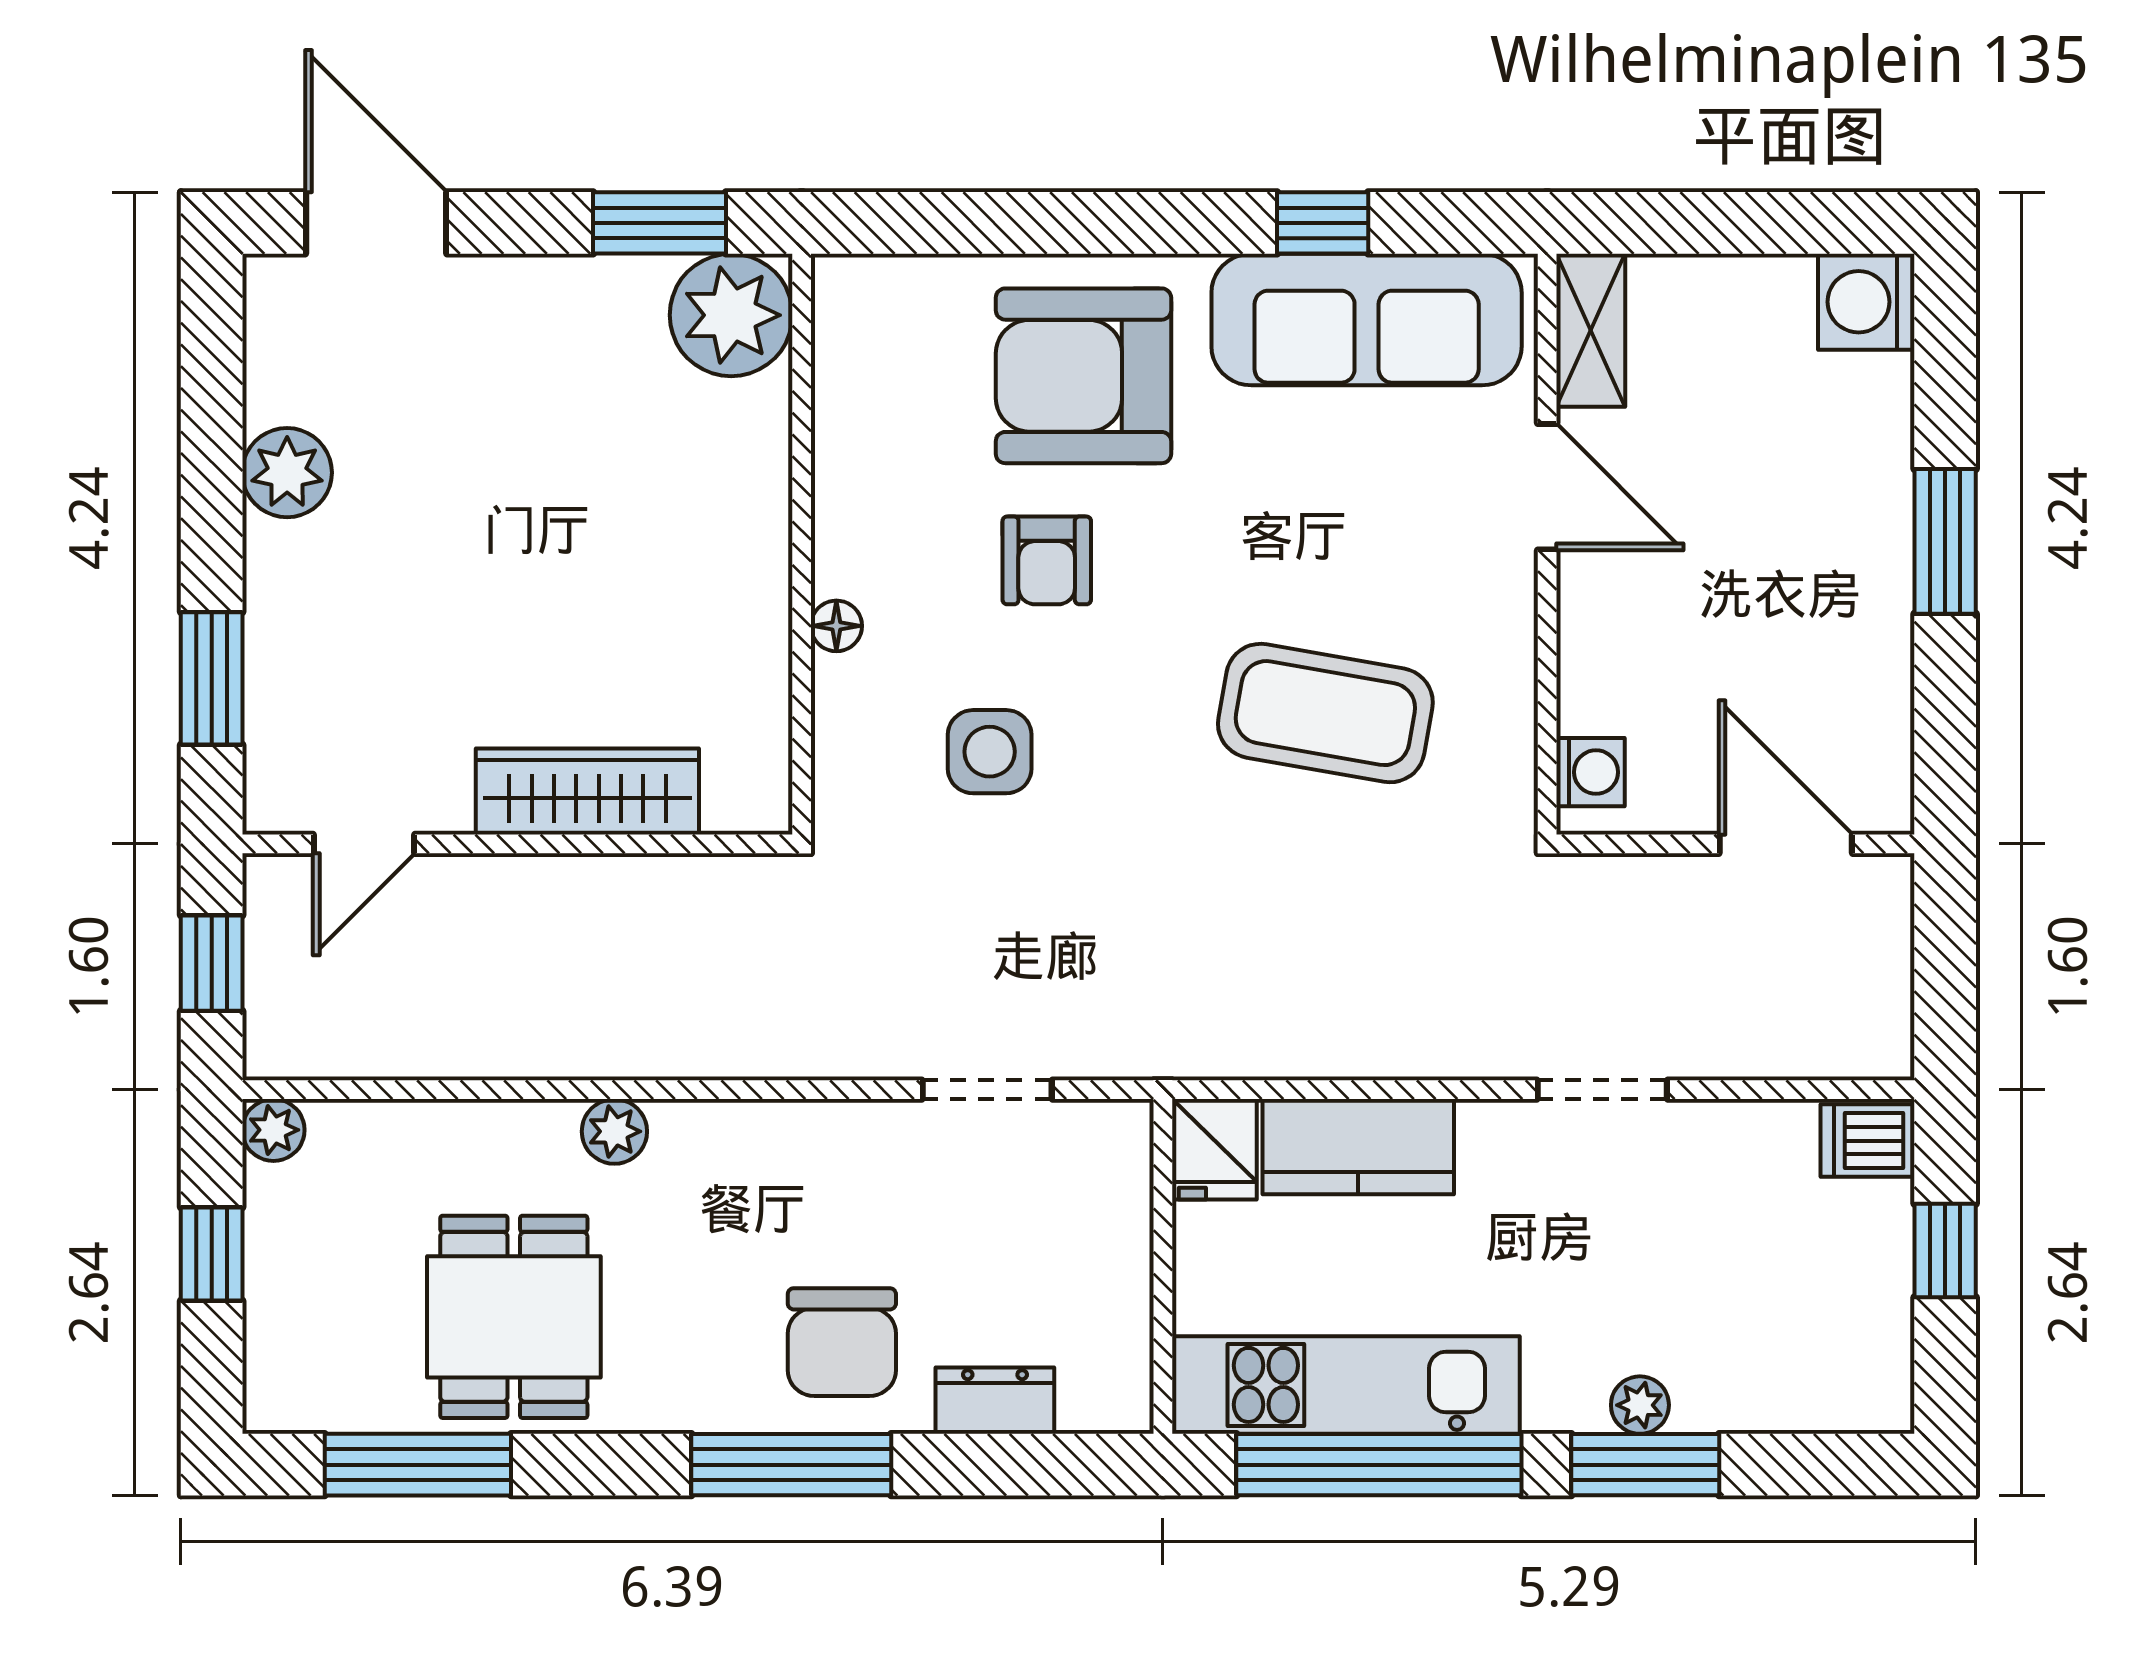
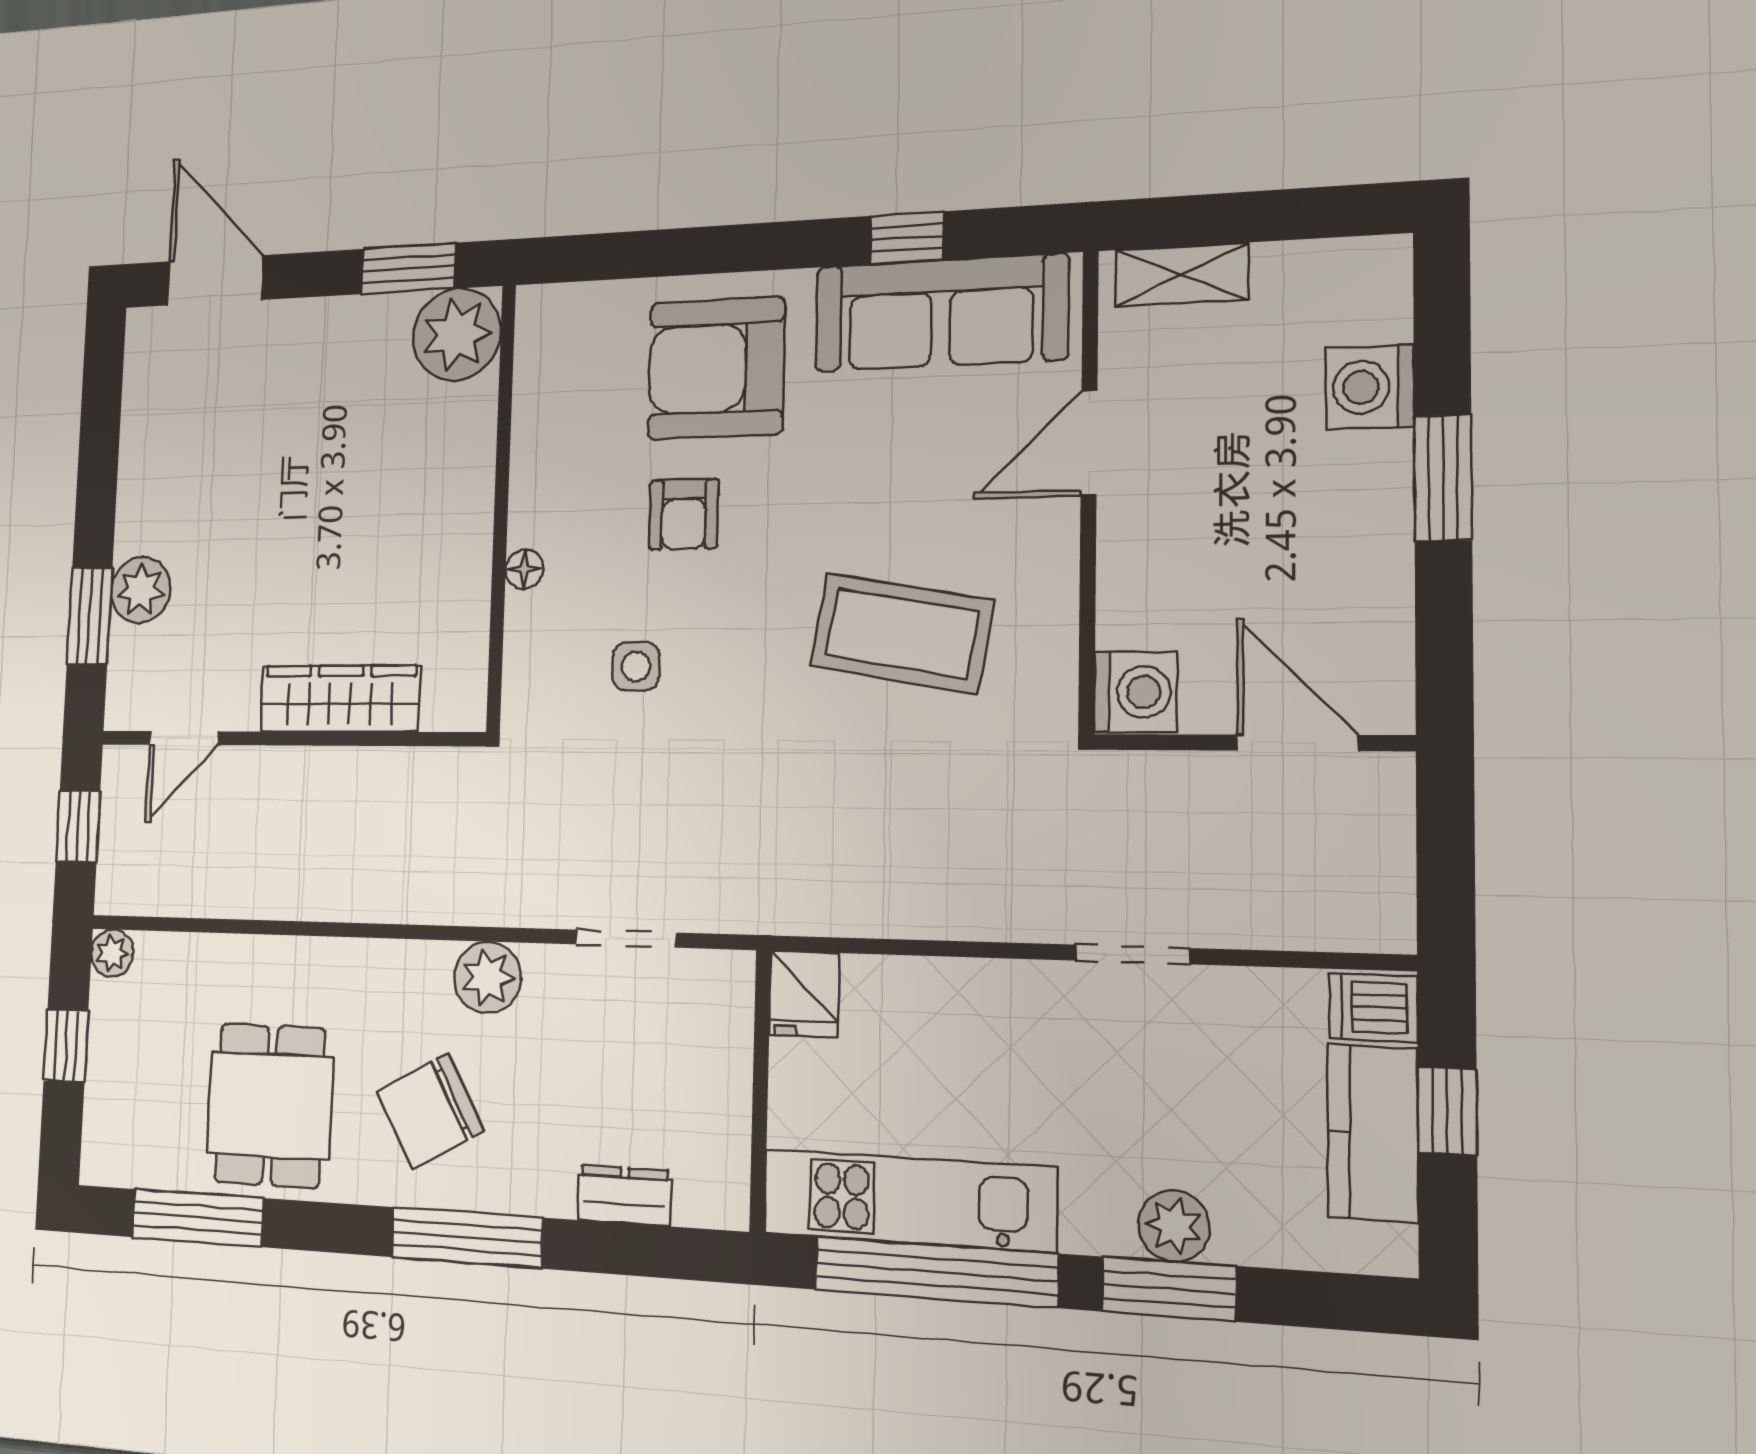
washing machine: (1866, 302) -> (1370, 387), moved
shelving: (1591, 330) -> (1182, 275), moved, turned 90
plant: (287, 473) -> (140, 590), moved
door: (1547, 487) -> (1089, 443), swing flipped
side table: (990, 752) -> (636, 666), width x0.73, depth x0.73
washing machine: (1591, 772) -> (1135, 692), width x1.38, depth x1.38
plant: (614, 1131) -> (488, 978), moved, width x1.38, depth x1.38
kitchen counter: (1358, 1147) -> (1373, 1133), moved, turned 90
chair: (842, 1342) -> (430, 1111), moved, turned 61
plant: (1640, 1405) -> (1174, 1226), width x1.38, depth x1.38

